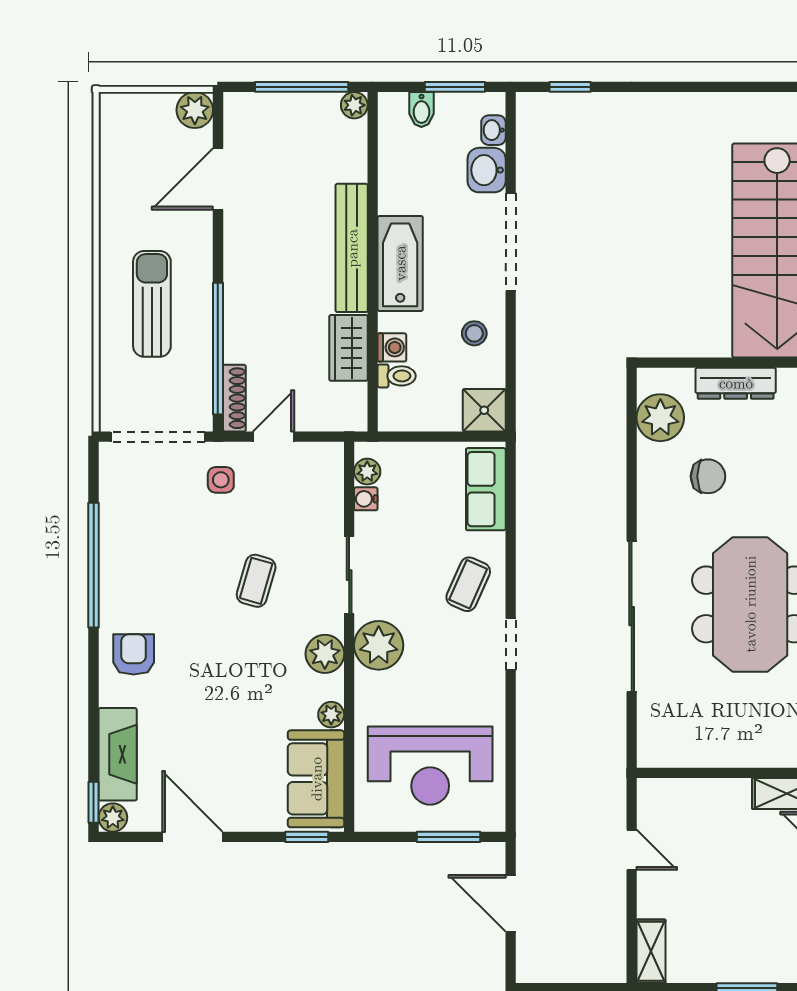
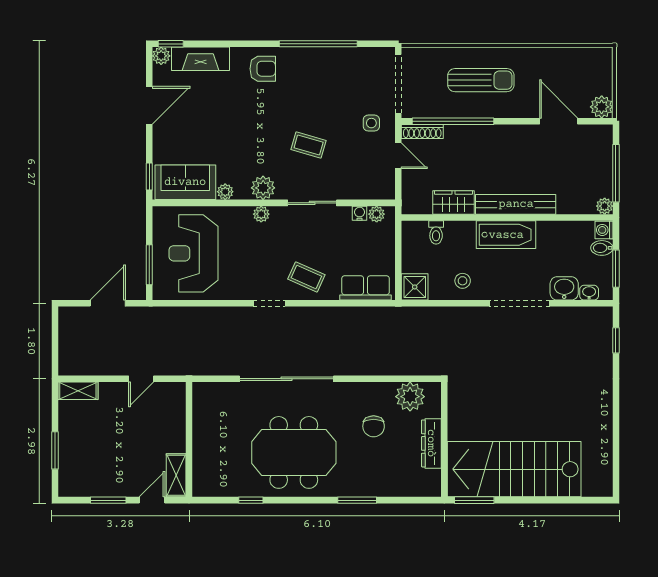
washing machine: (392, 347) -> (604, 230), moved, turned 90
plant: (379, 645) -> (261, 214), width x0.53, depth x0.53

